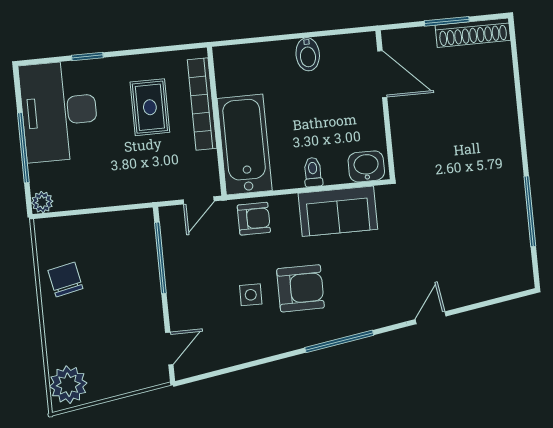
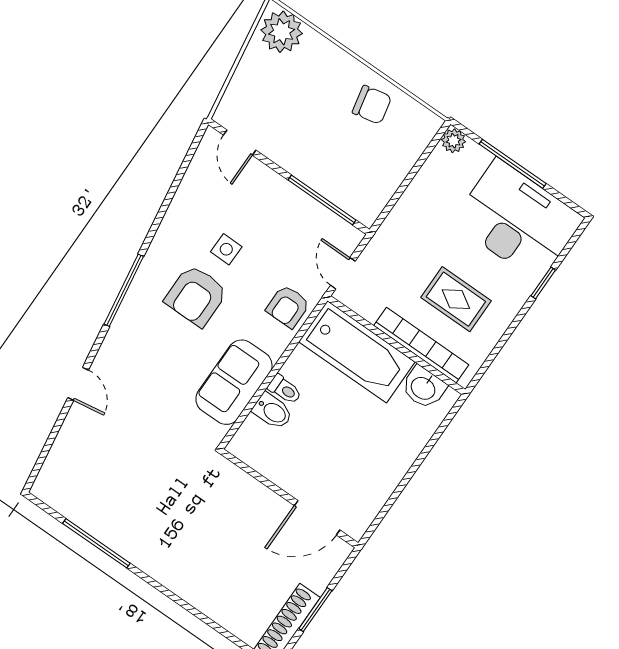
bidet: (308, 54) -> (273, 411), moved, turned 180
washbasin: (366, 166) -> (424, 388), moved, turned 90

